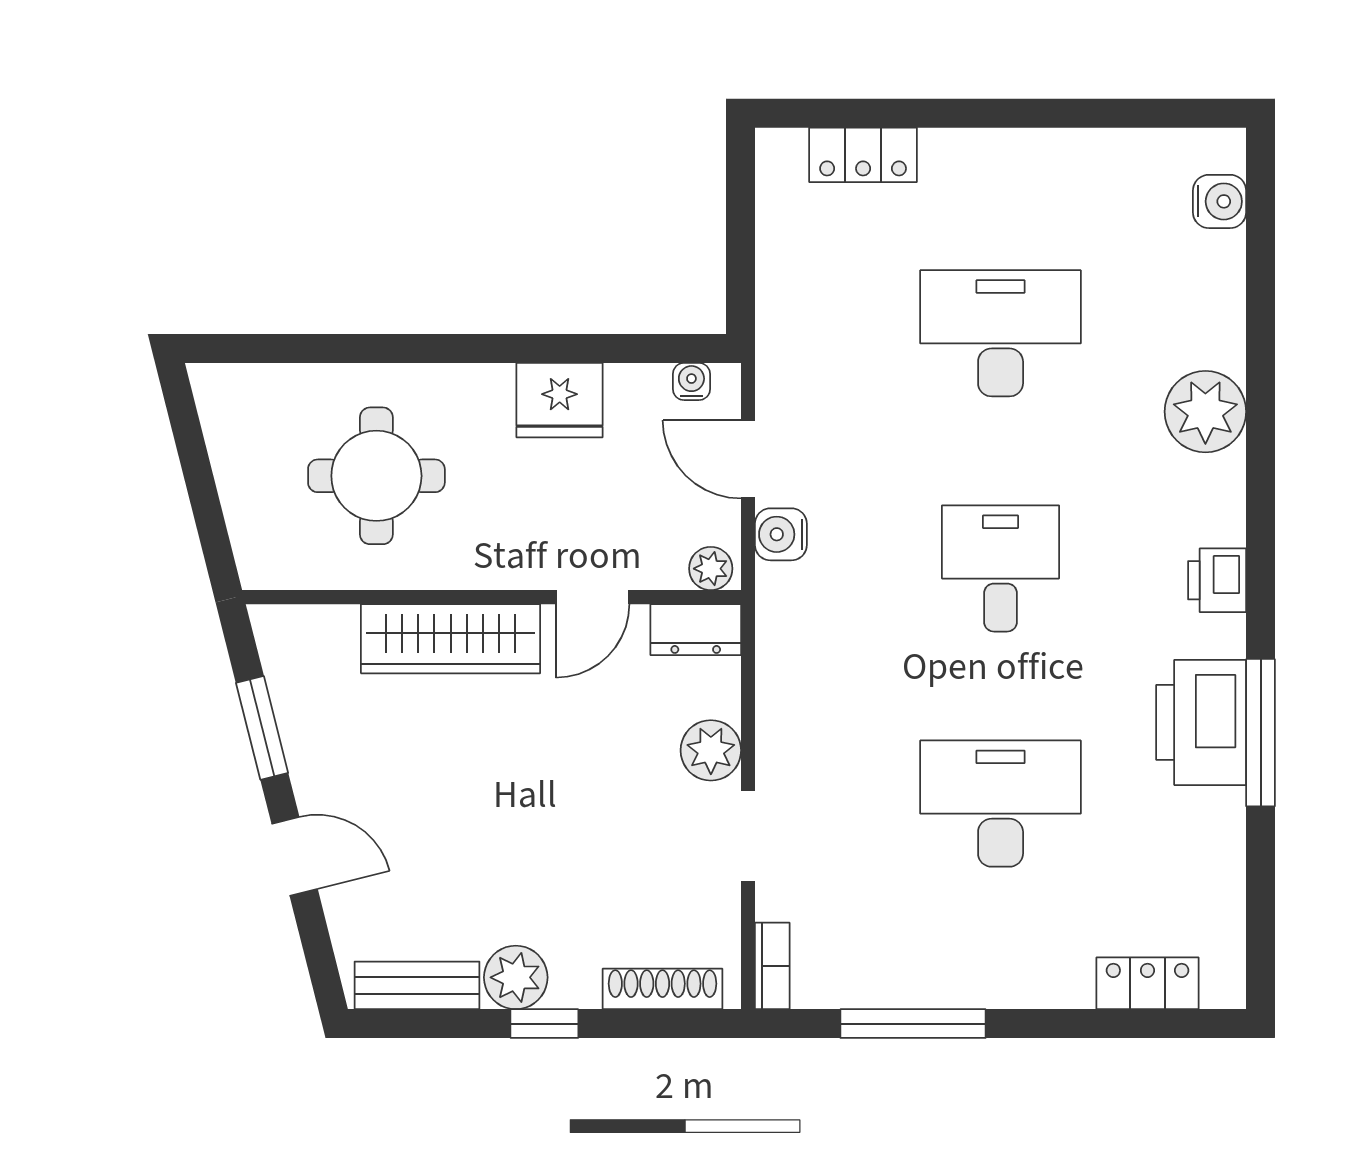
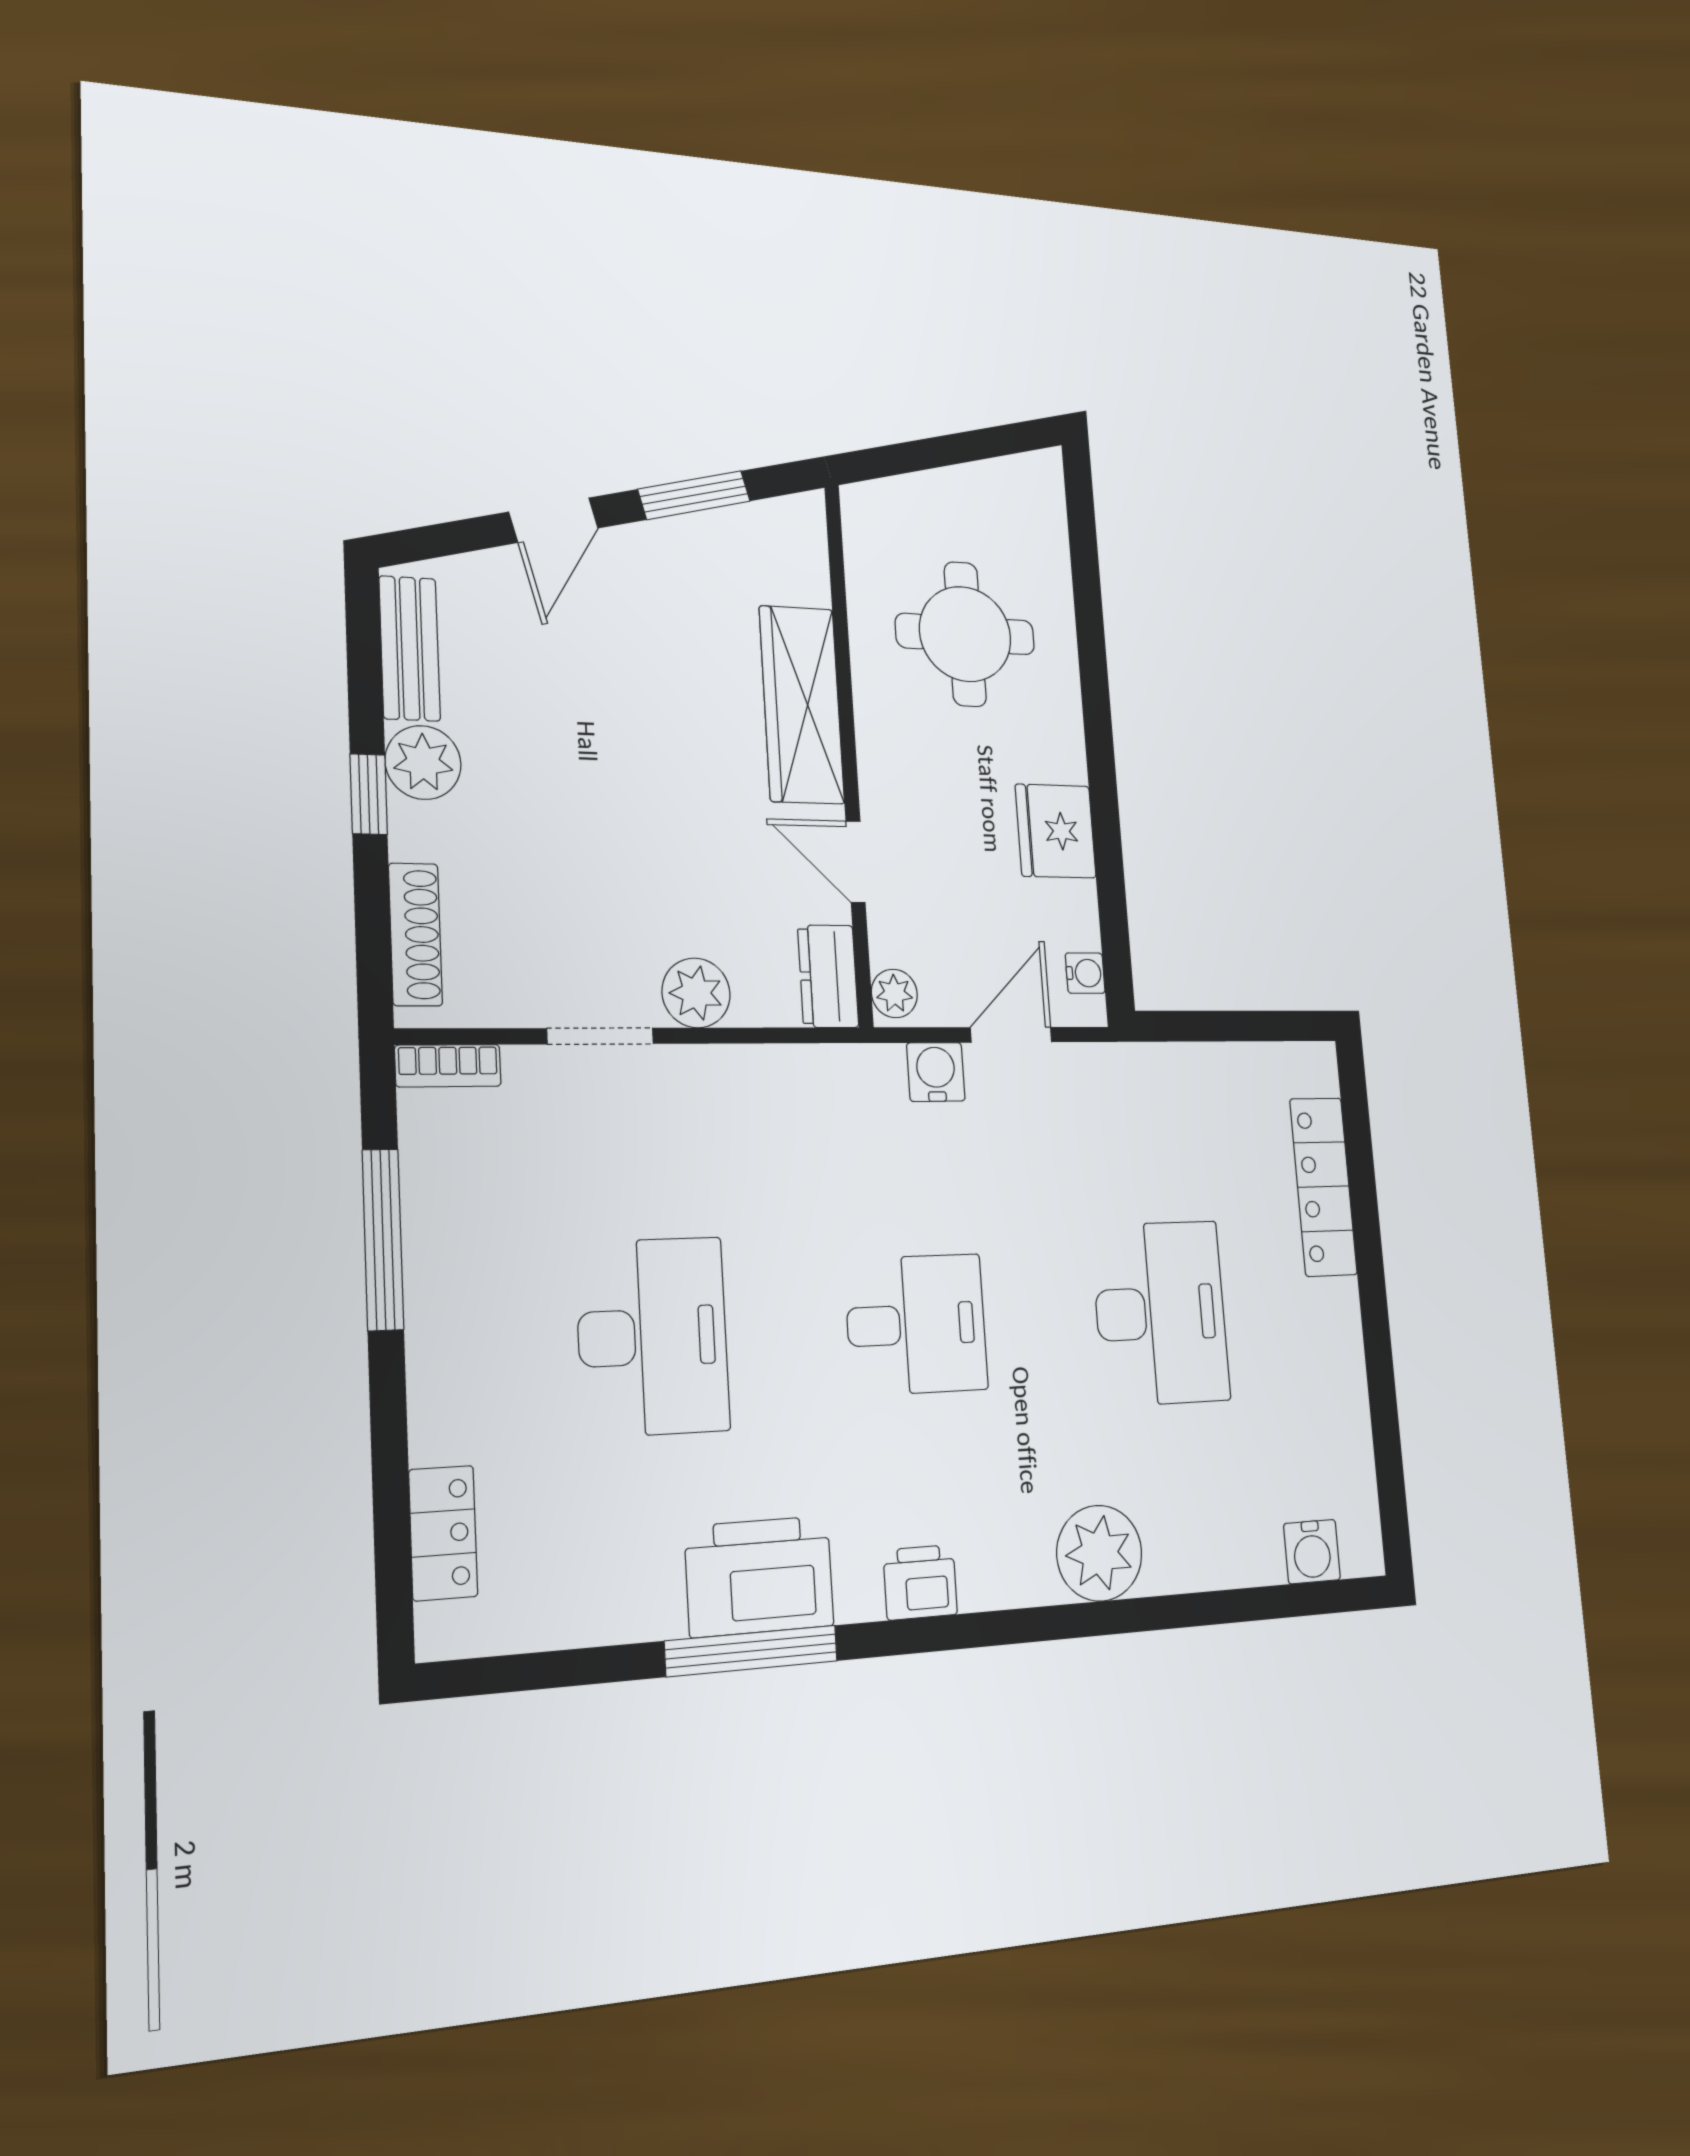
locker: (863, 155) -> (1323, 1187), width x1.53

